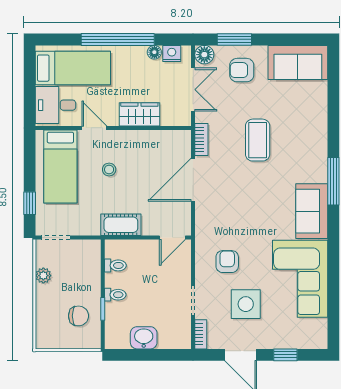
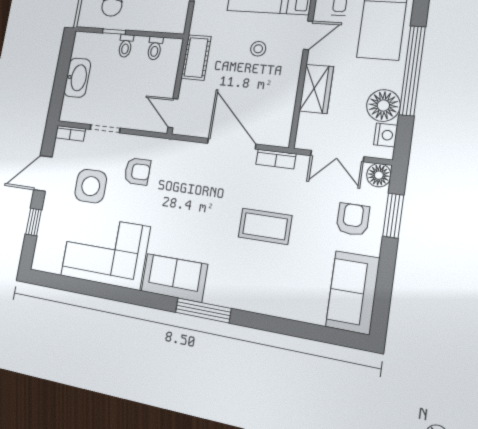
floor lamp: (154, 52) -> (383, 105), width x1.89, depth x1.89
washbasin: (144, 338) -> (77, 78), width x1.38

